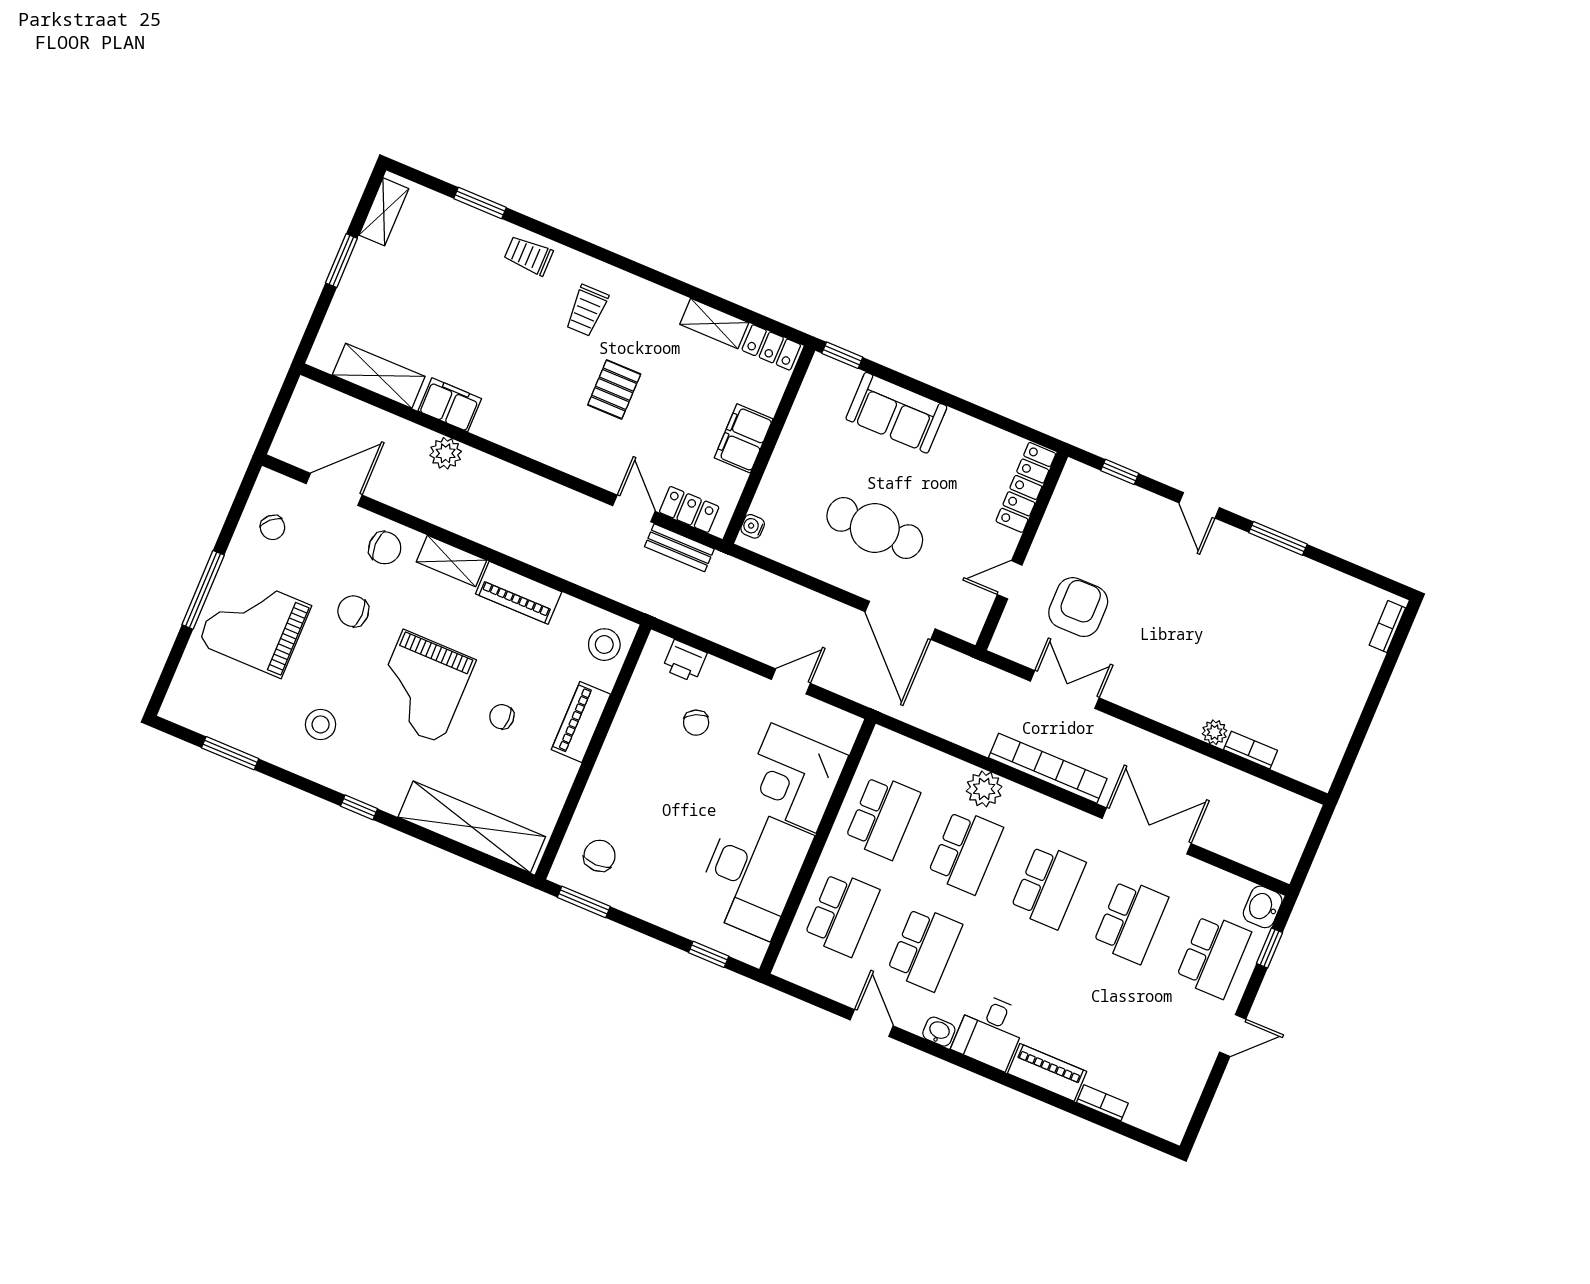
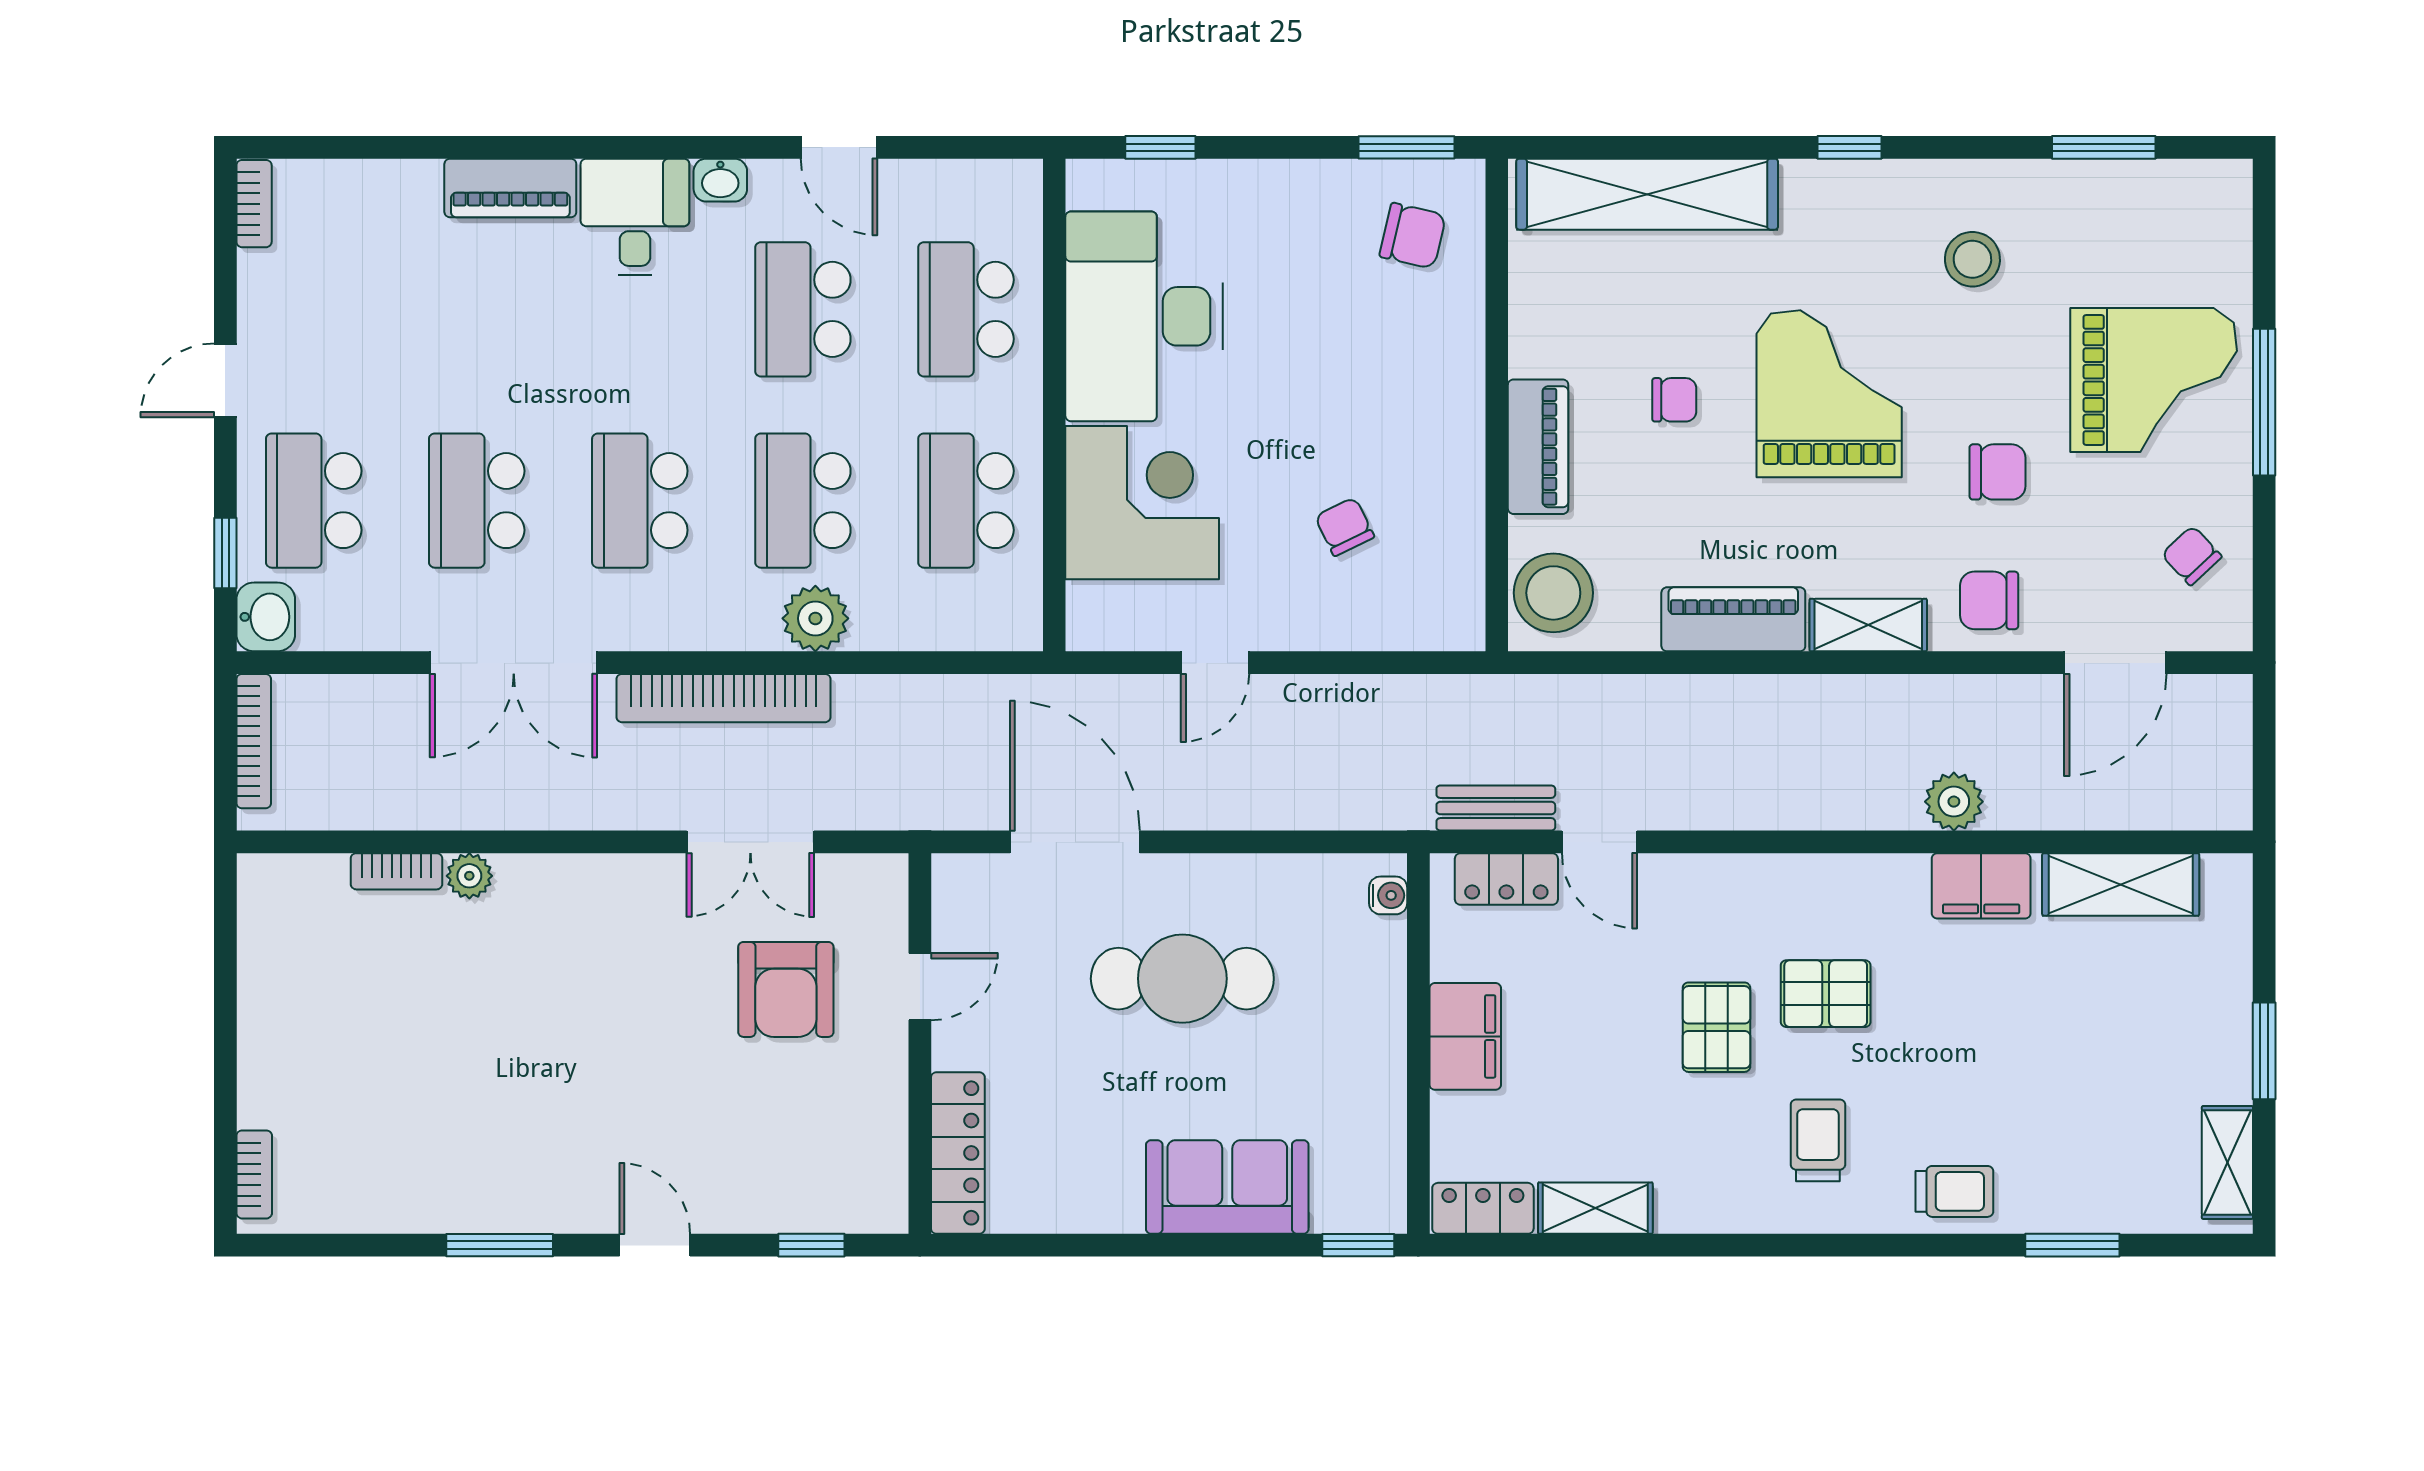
pallet: (552, 383) -> (1826, 994), added
stool: (604, 645) -> (1553, 593), width x1.38, depth x1.38
printer: (685, 661) -> (1407, 622), removed
bookcase: (1295, 846) -> (254, 741), added
chair: (600, 856) -> (1413, 236), turned -77
bookcase: (1102, 1103) -> (254, 204), moved, turned -90

